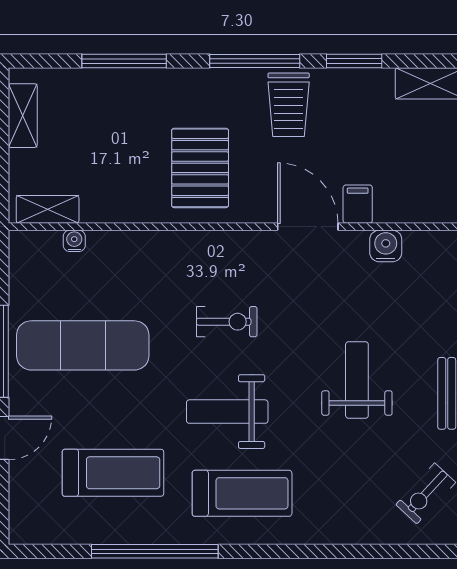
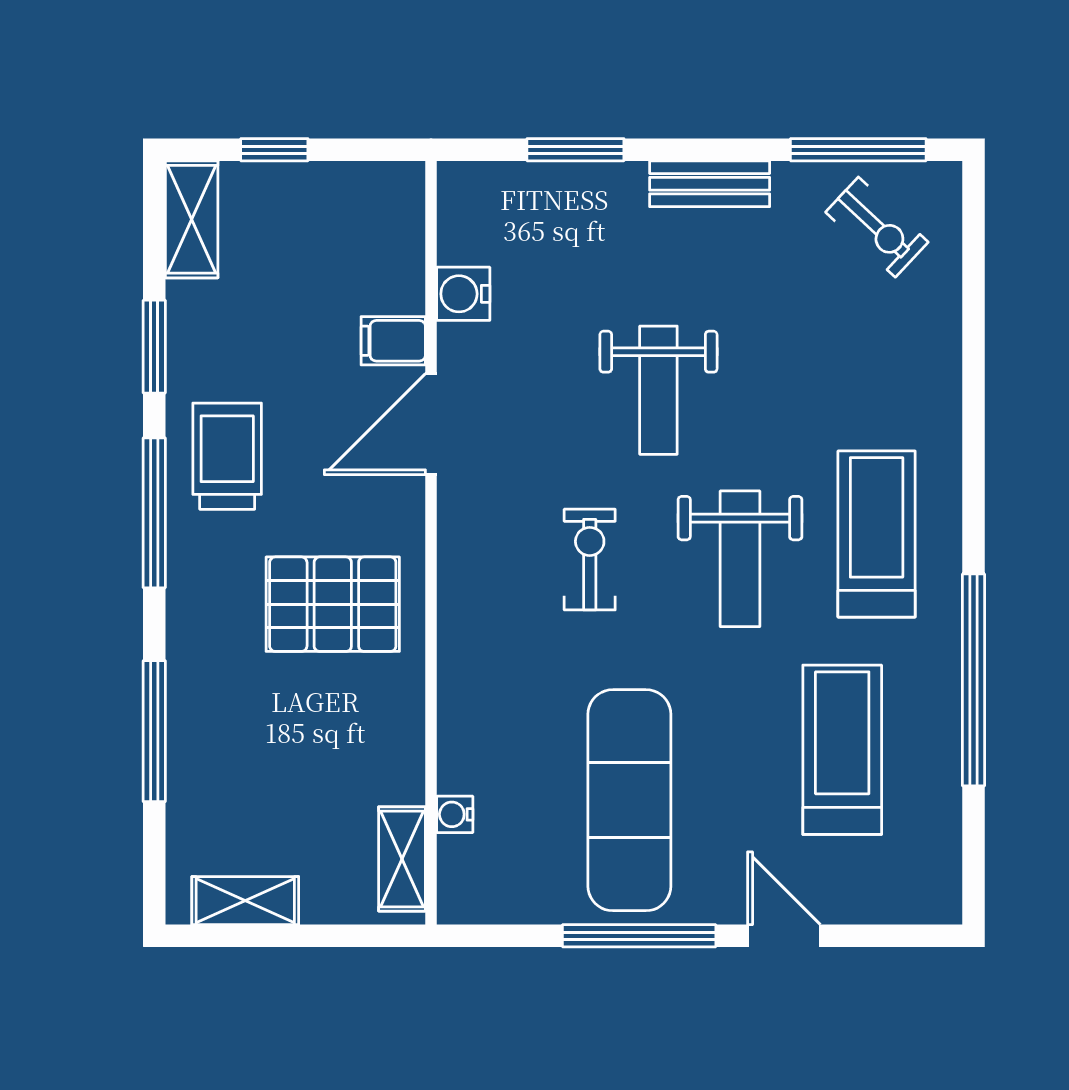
trolley: (289, 105) -> (227, 456), turned -90
weight bench: (357, 380) -> (658, 390), moved, turned -90

